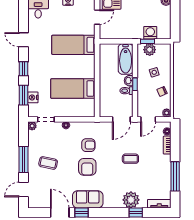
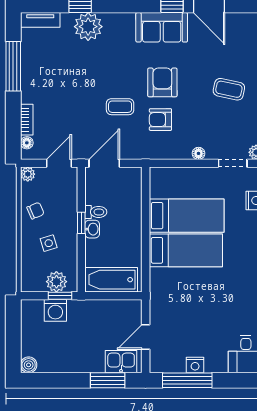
bed: (73, 45) -> (186, 250), moved
bathtub: (126, 59) -> (111, 280), moved, turned -90
coffee table: (130, 159) -> (120, 107), moved

